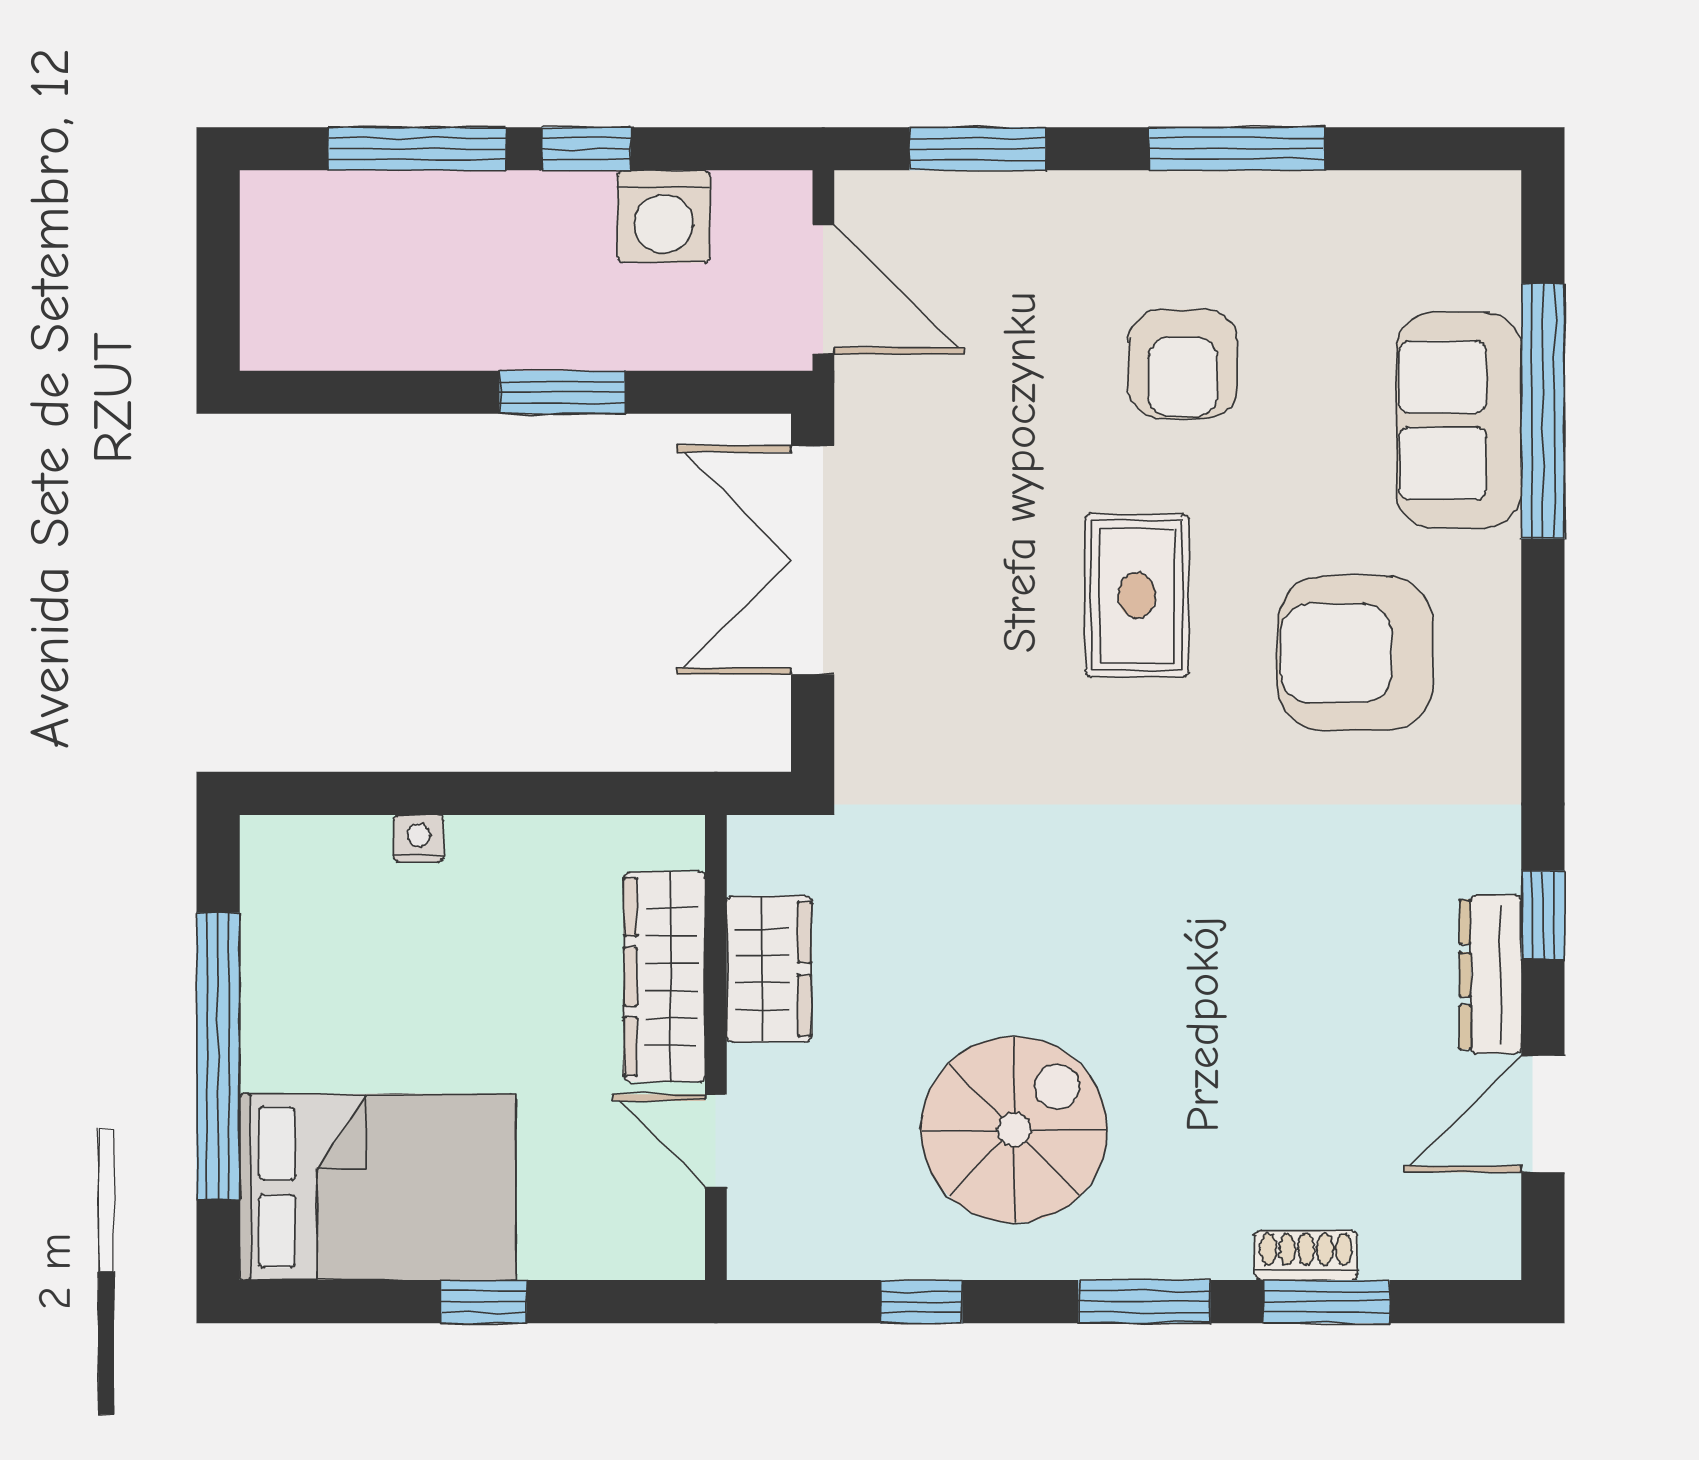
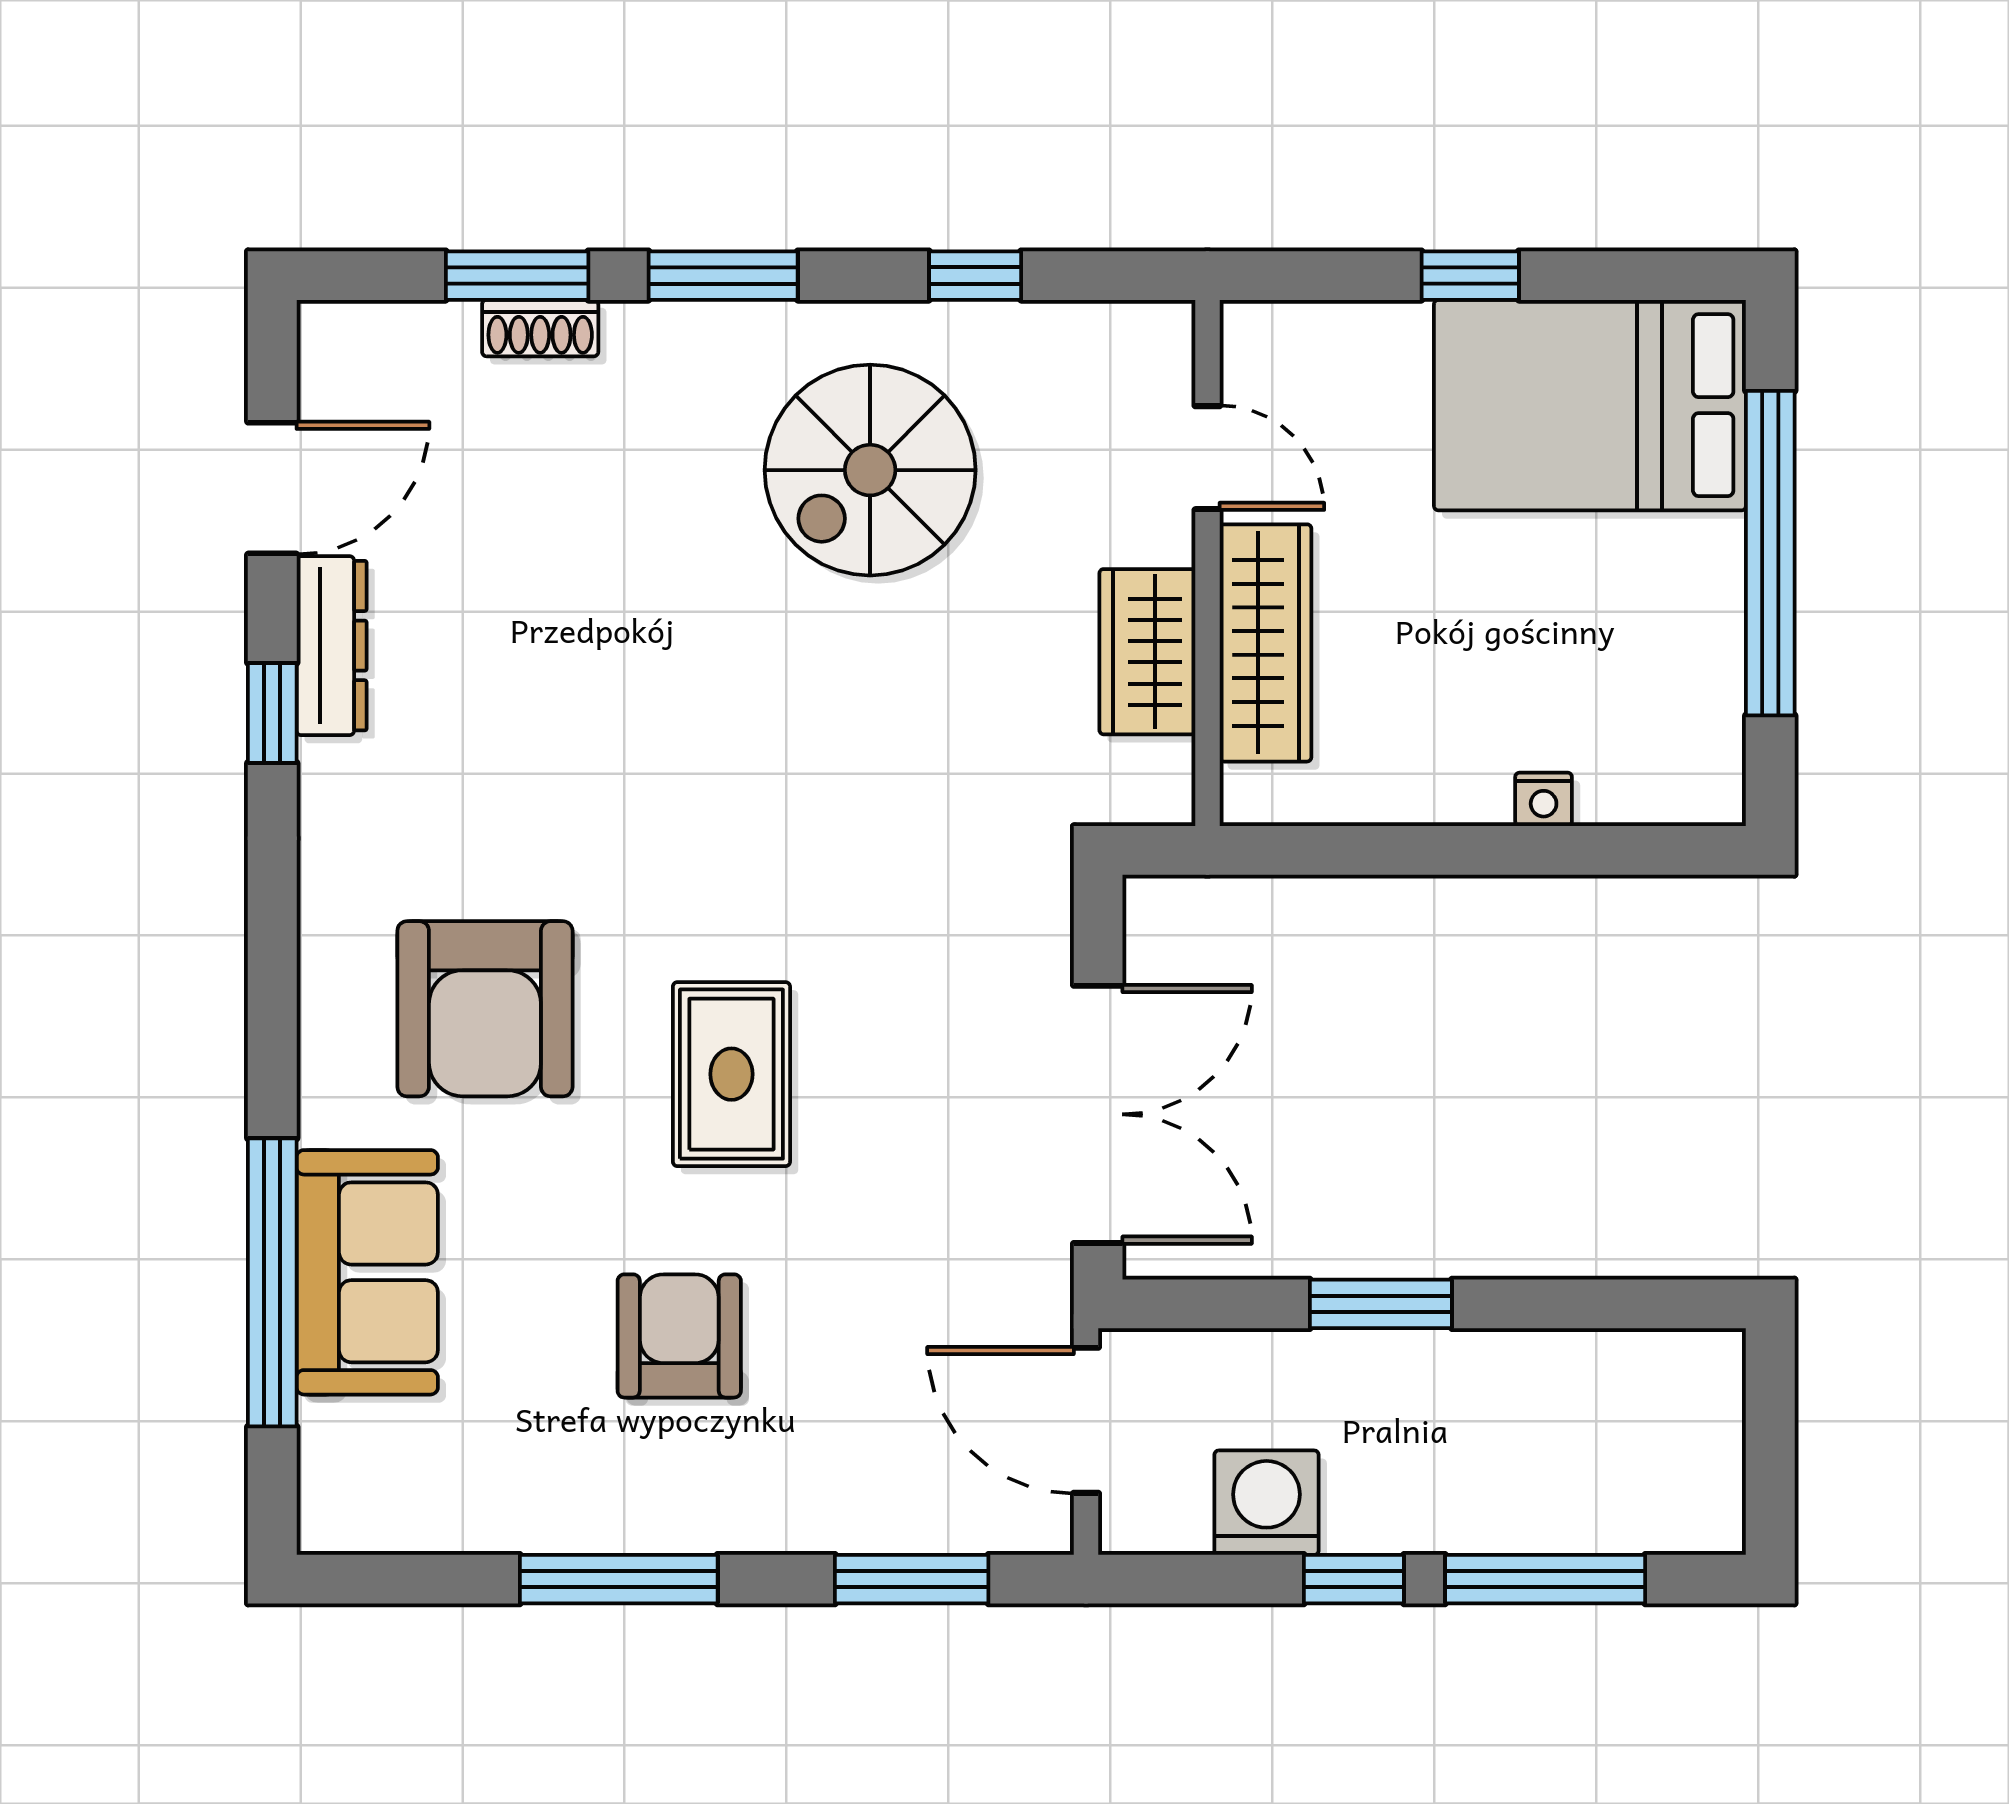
armchair: (1355, 653) -> (485, 1009), turned 90

